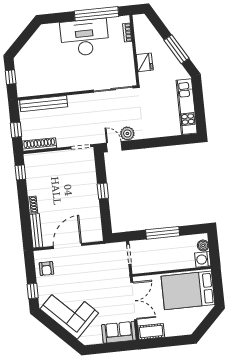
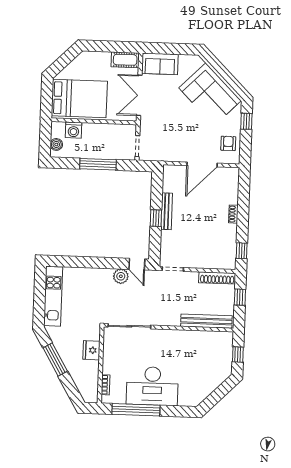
bench: (36, 231) -> (167, 211), moved
washing machine: (203, 259) -> (74, 130), moved, turned 90

